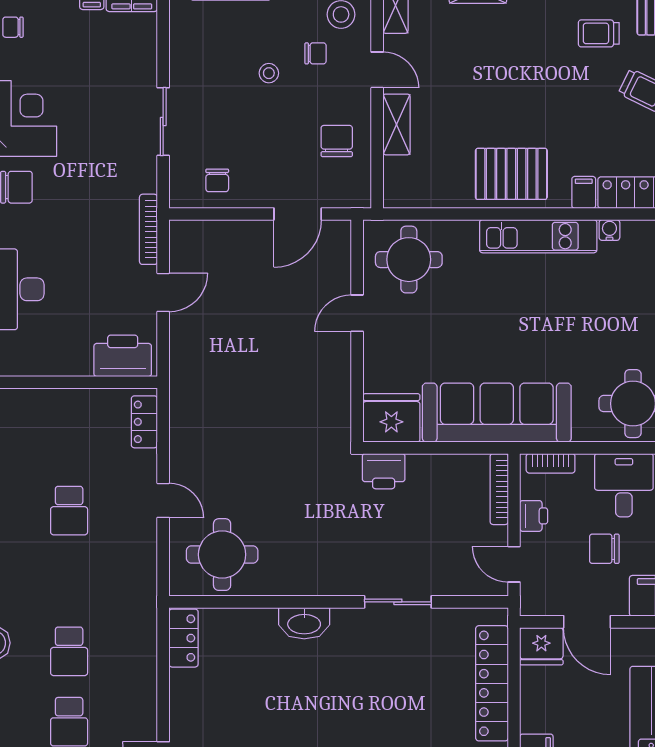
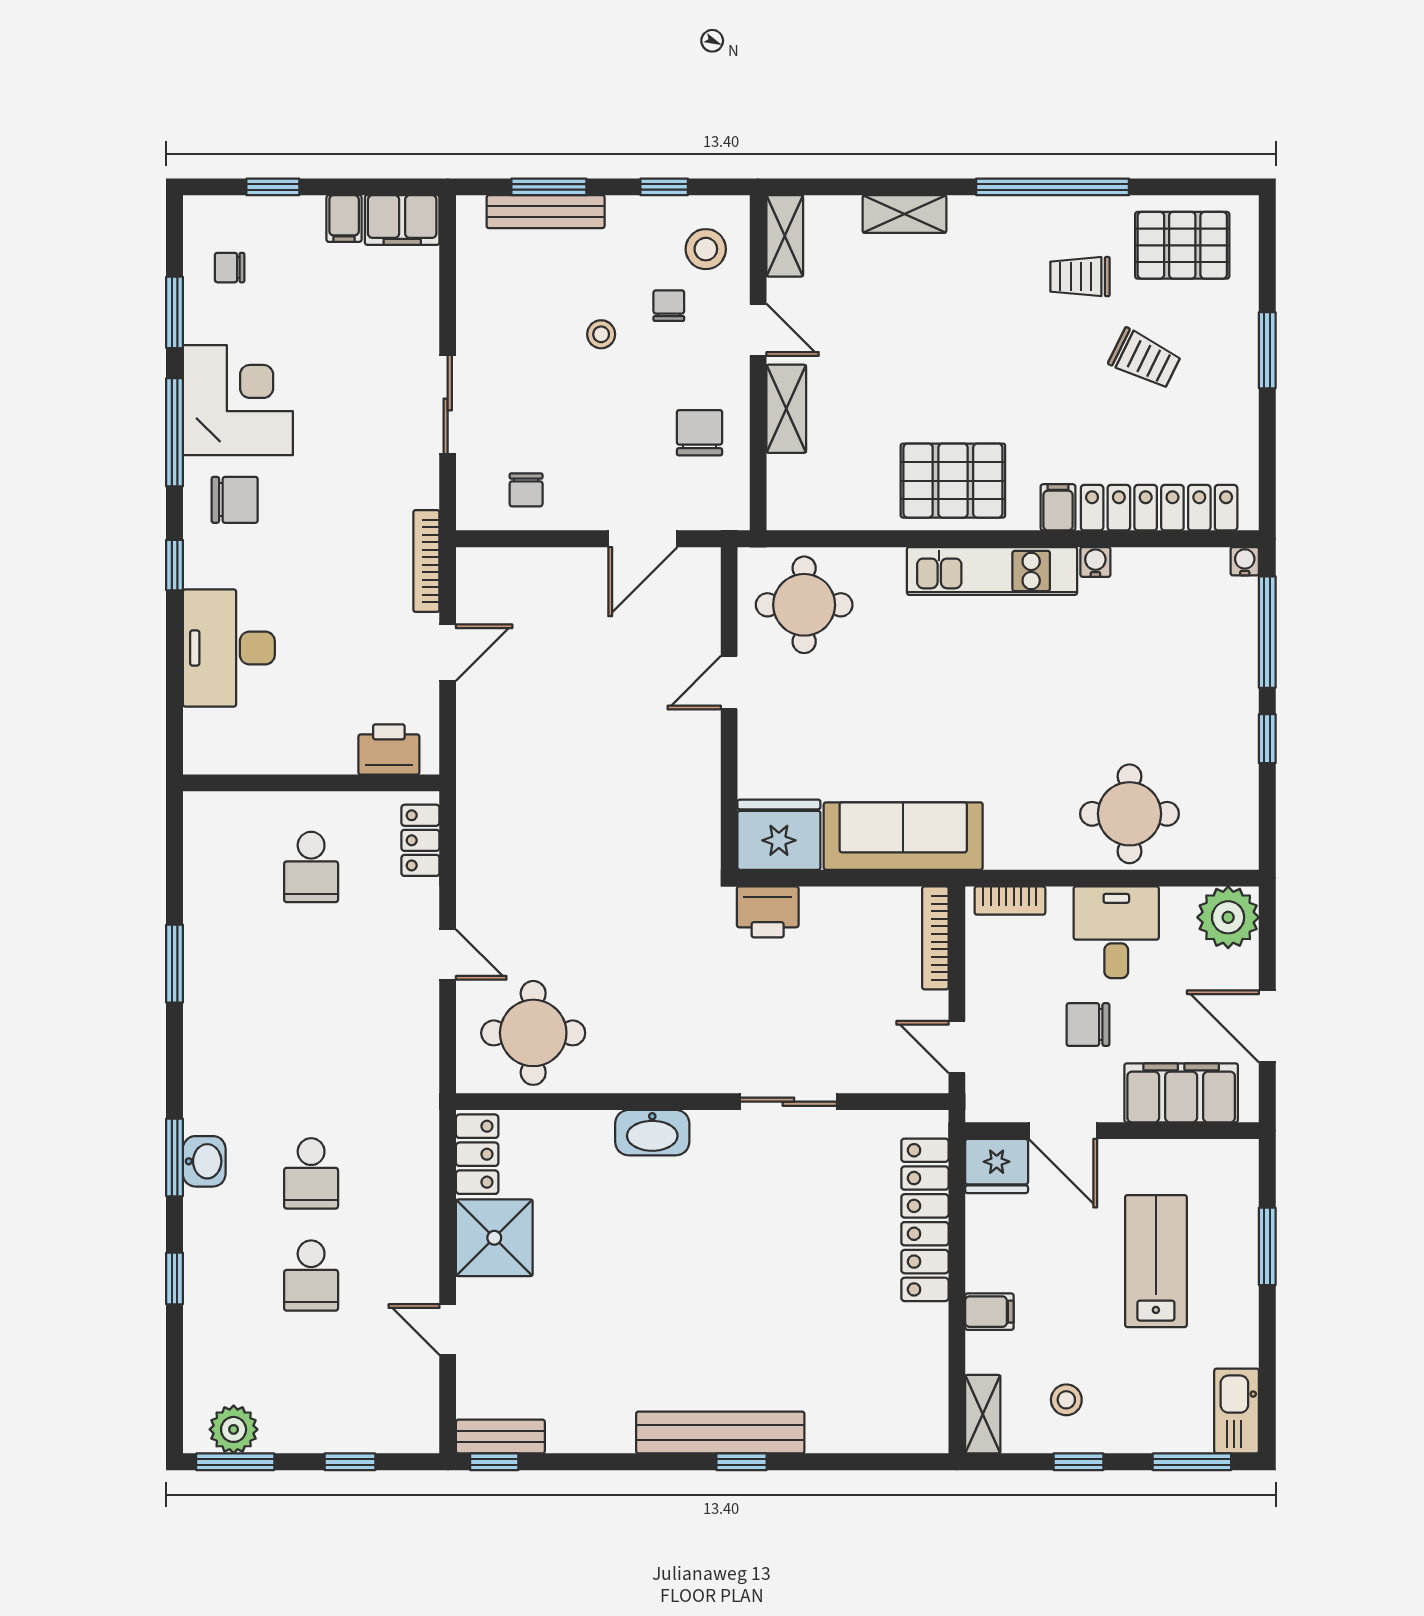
chair: (316, 53) -> (669, 306), turned -90
printer: (123, 356) -> (389, 749), width x0.73, depth x0.84
sofa: (497, 413) -> (903, 836), width x0.74, depth x0.79
school desk: (69, 511) -> (311, 867), moved
printer: (534, 516) -> (985, 977), removed
shower: (195, 696) -> (494, 1238), added

